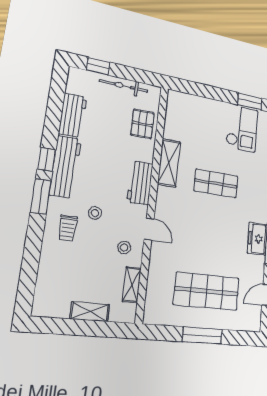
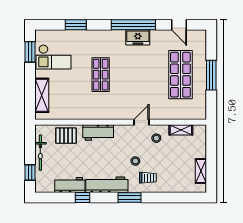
checkout: (242, 128) -> (54, 57), turned 180
window: (47, 159) -> (83, 198), moved
shelving: (169, 163) -> (42, 95), moved, turned 90
workbench: (140, 183) -> (98, 132), moved
shelving: (90, 312) -> (201, 171), moved

